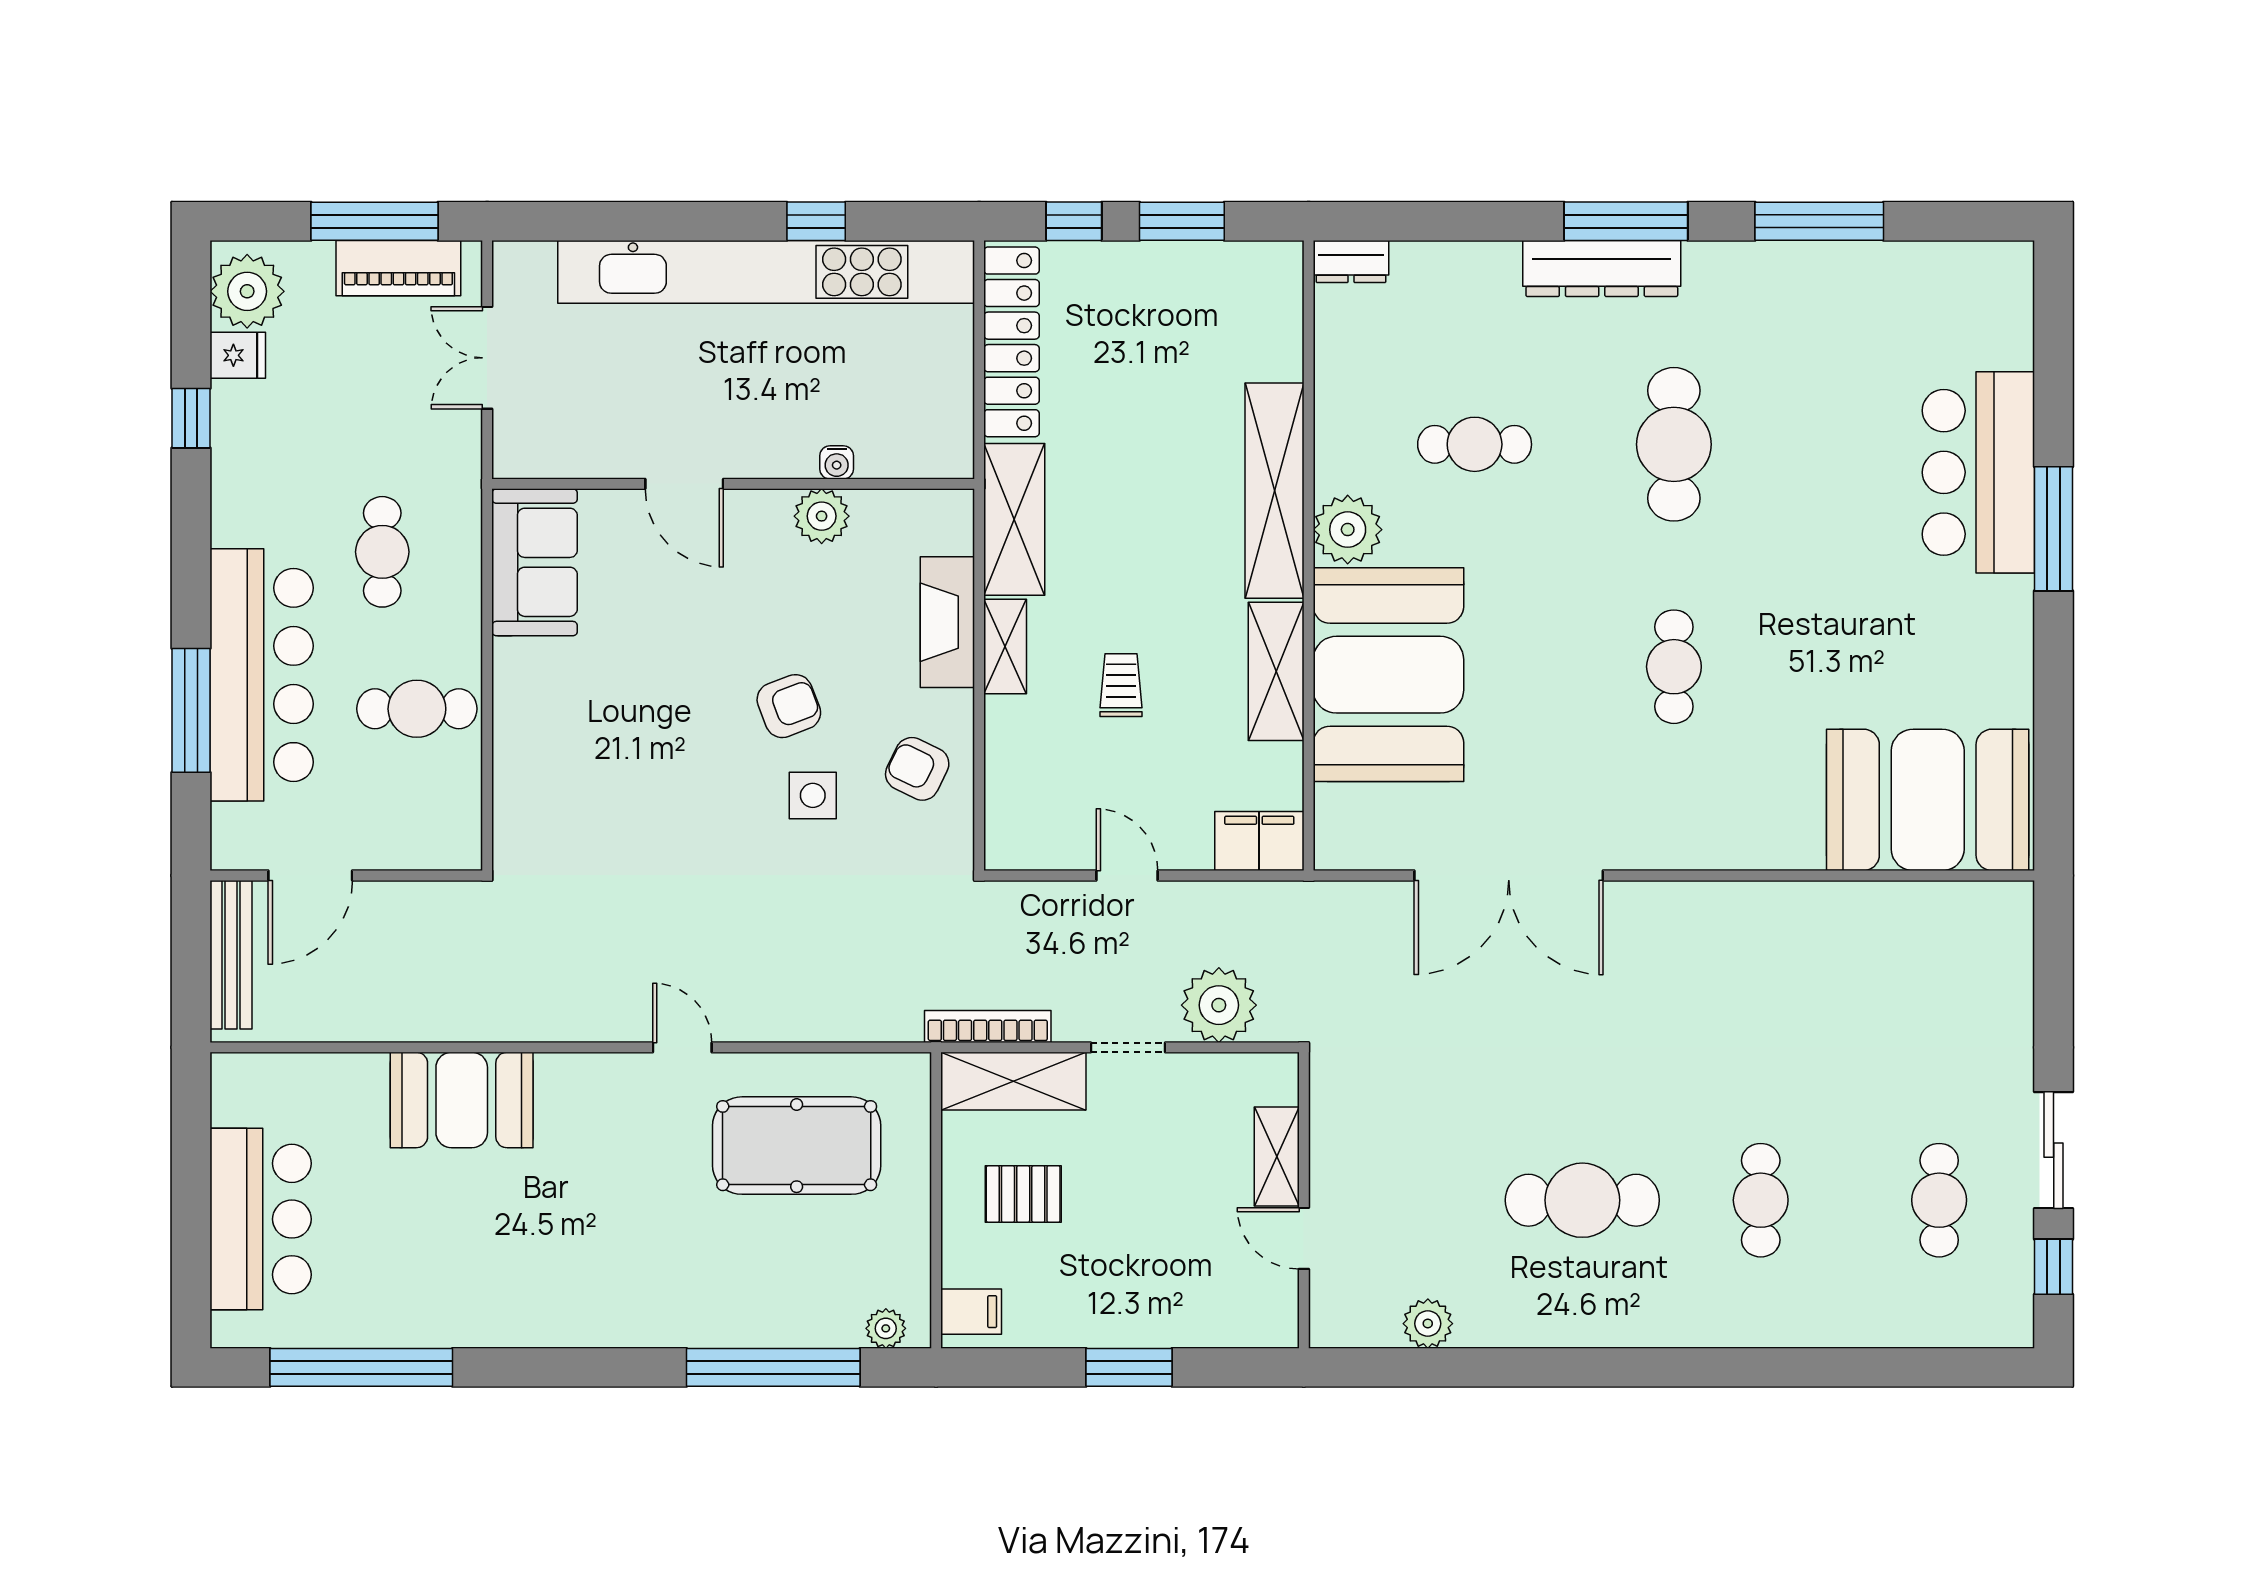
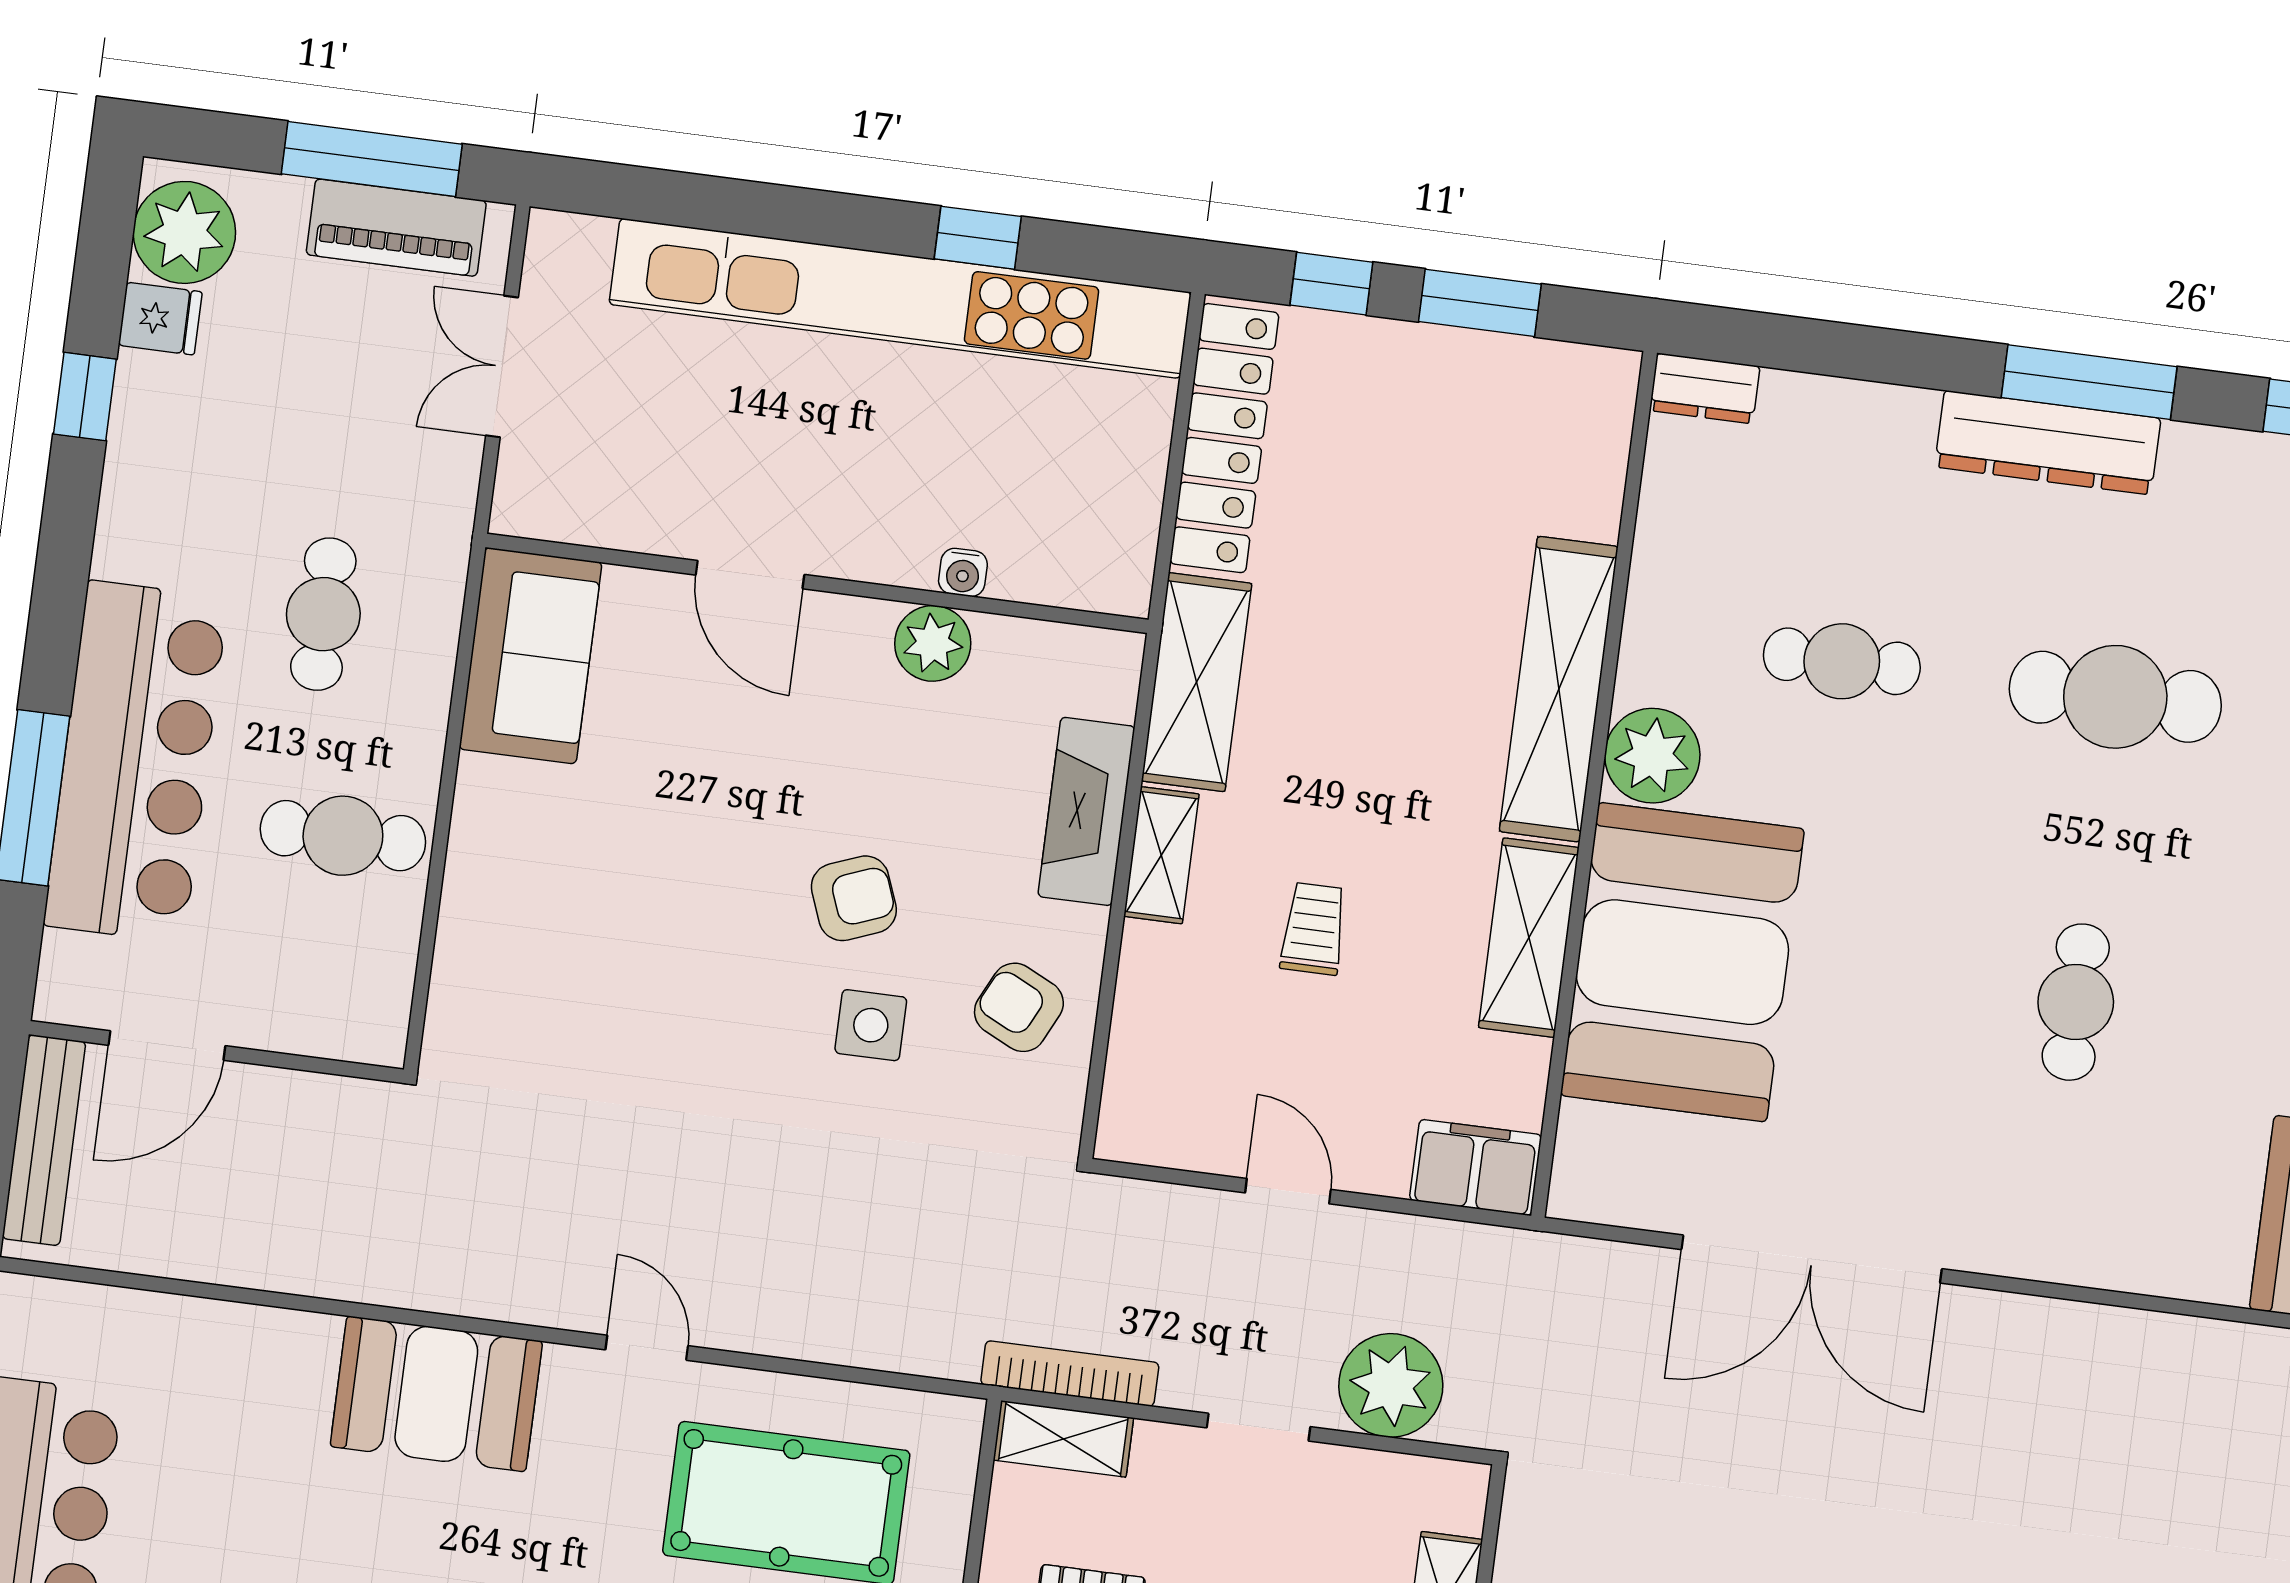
cafe table: (1674, 444) -> (2115, 697), turned 90
shelving: (1013, 1081) -> (1063, 1439), width x0.67, depth x0.75
booth: (462, 1100) -> (436, 1394), moved

